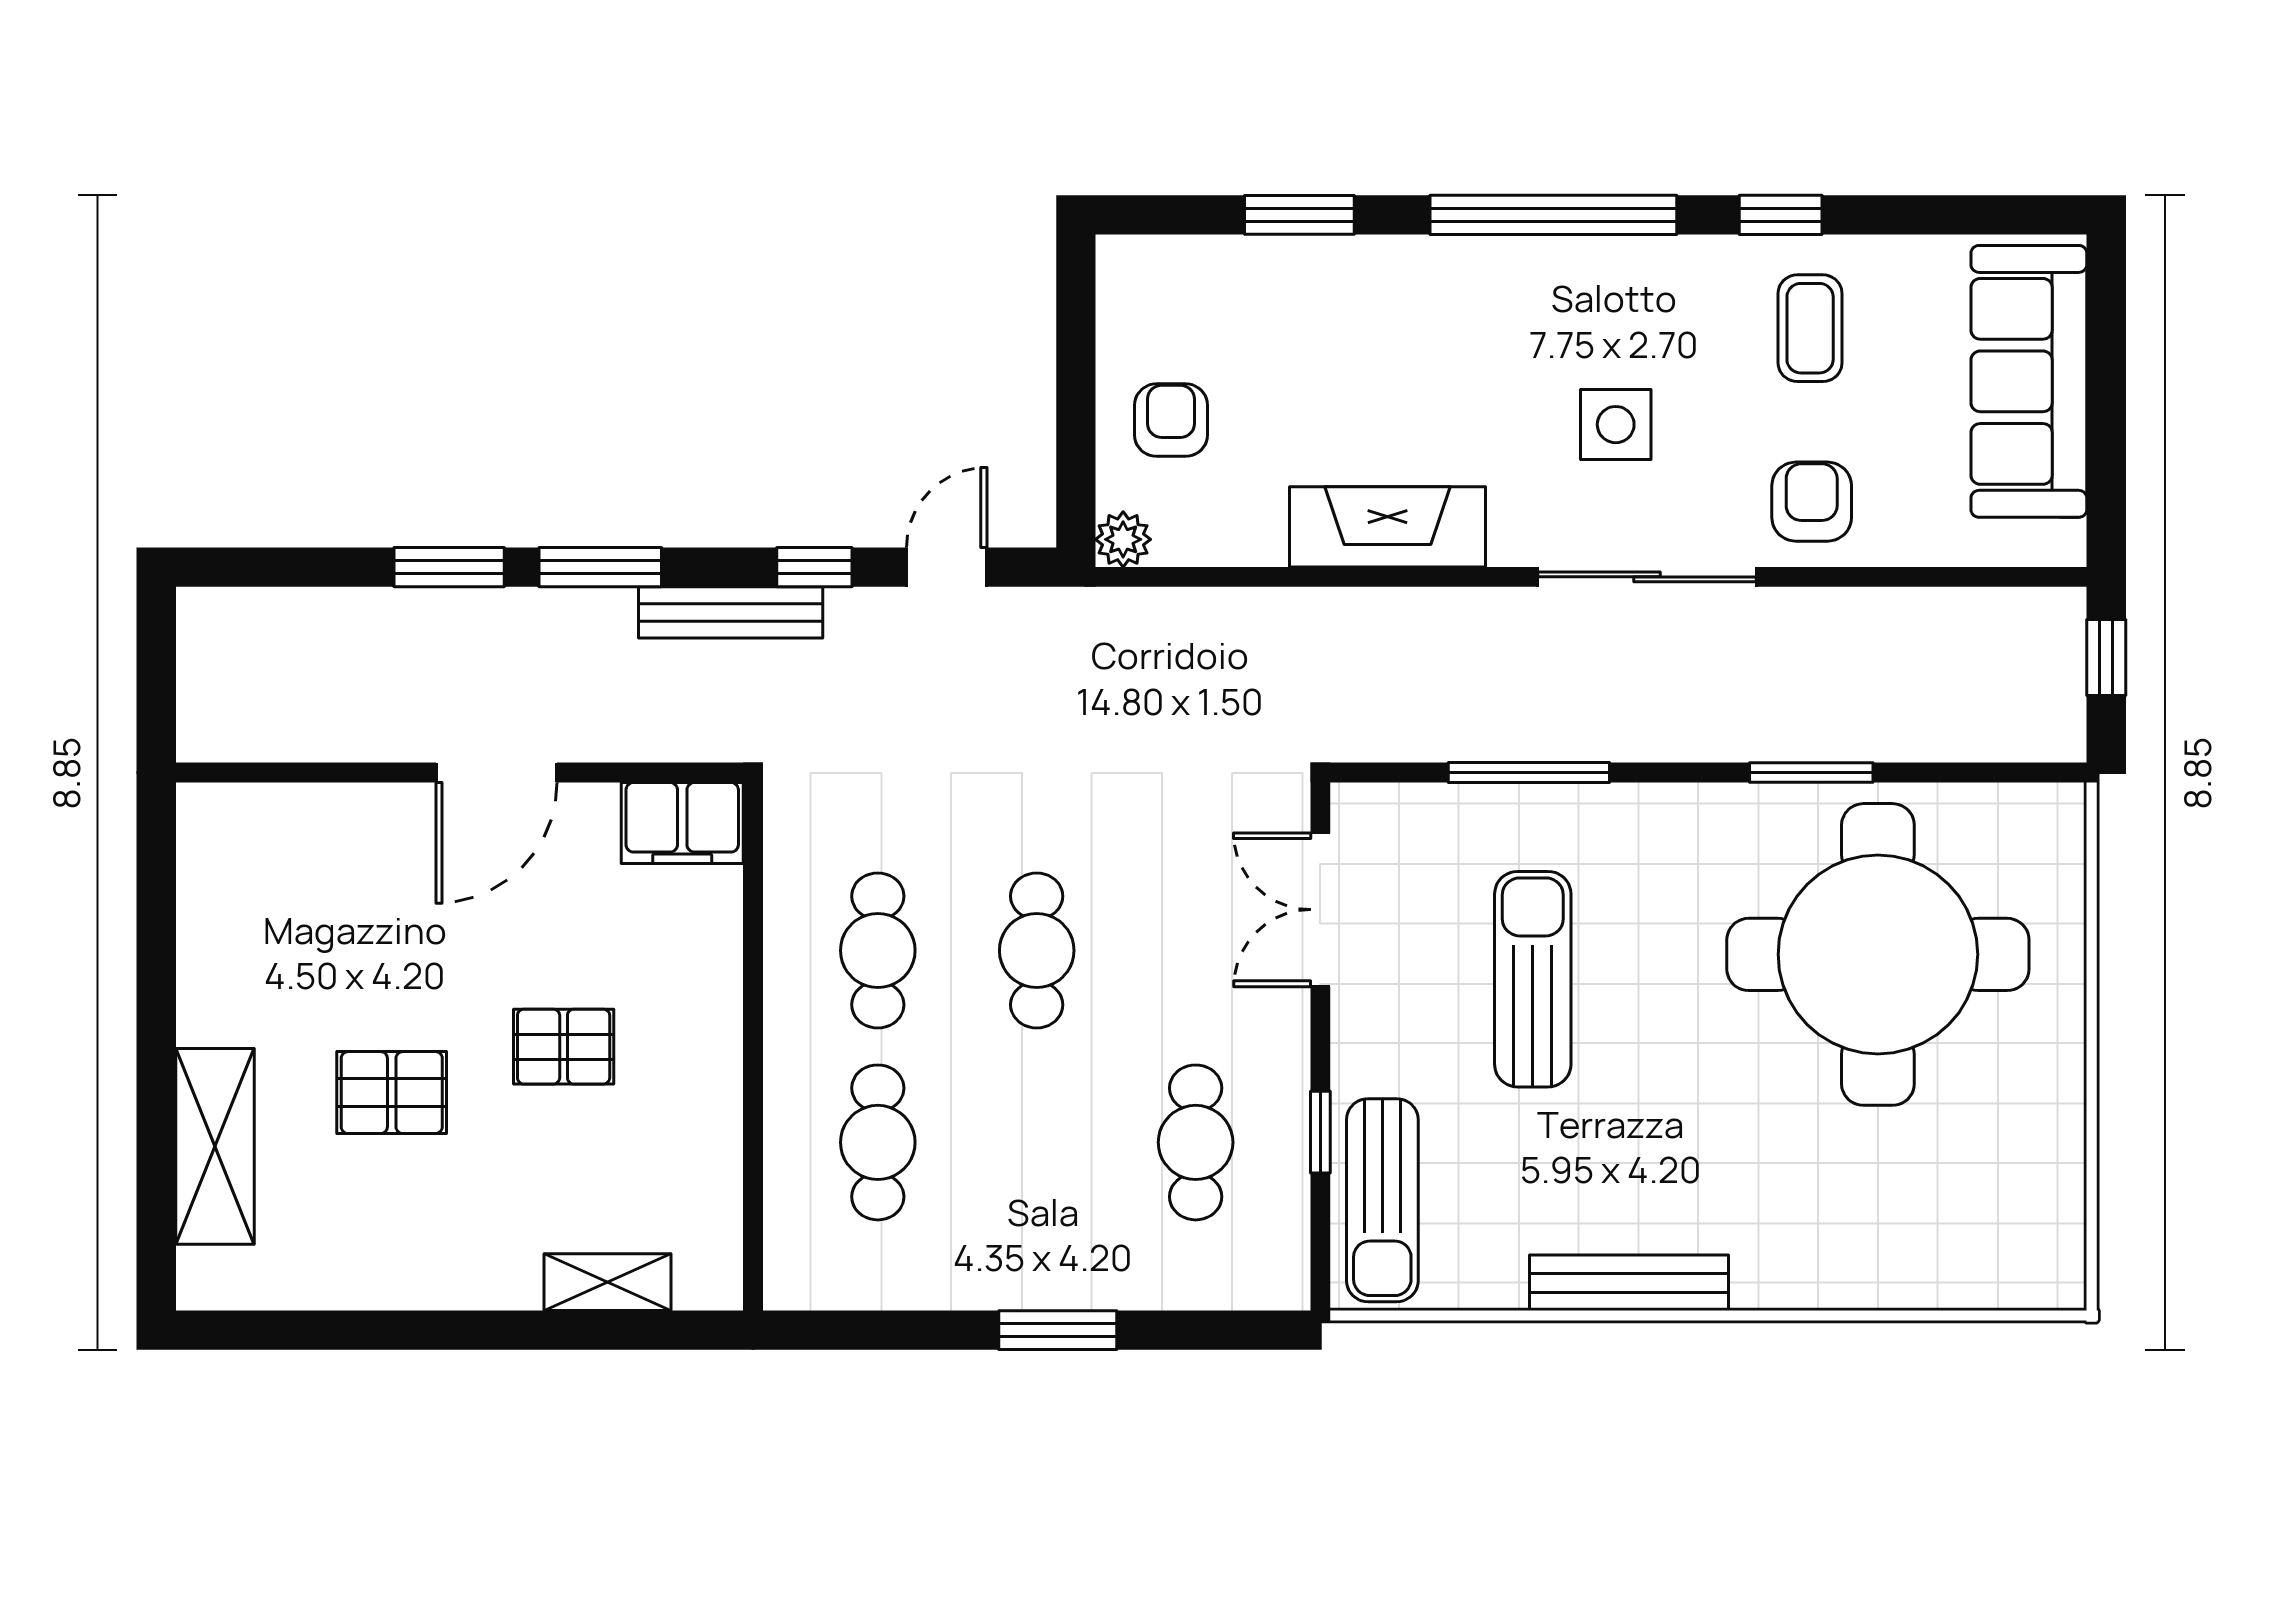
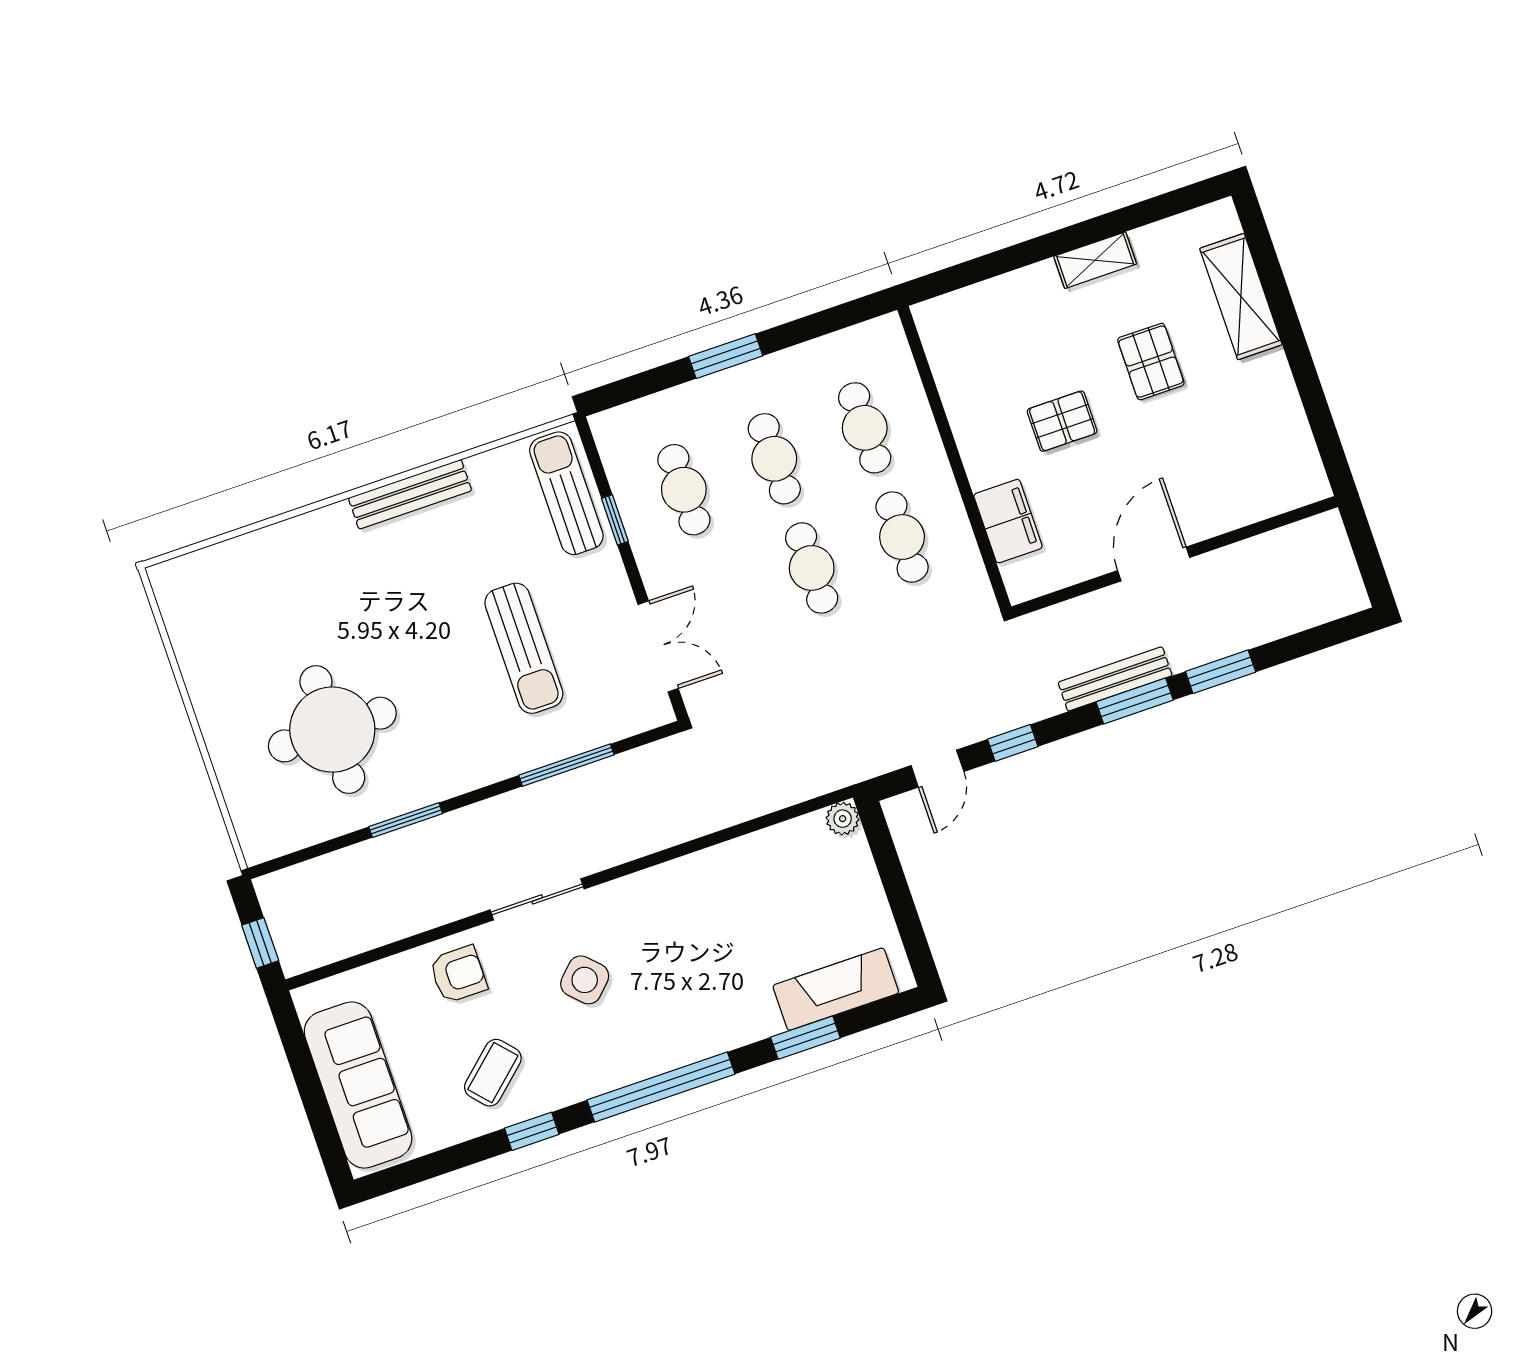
coffee table: (1810, 328) -> (493, 1073), turned 48
armchair: (1171, 420) -> (839, 896), removed
side table: (1616, 425) -> (585, 980), turned 45
armchair: (1812, 502) -> (458, 974), turned -90
fireplace: (1388, 527) -> (836, 989), moved, turned 180
sliding door: (1647, 577) -> (537, 899), width x0.73
bench: (731, 612) -> (1115, 679), moved
filing cabinet: (682, 823) -> (1008, 521), moved, turned 90
round table: (1878, 954) -> (332, 730), width x0.73, depth x0.73
pallet: (392, 1093) -> (1151, 362), turned 90
cafe table: (1037, 1142) -> (774, 459), added
shelving: (608, 1282) -> (1095, 260), moved

